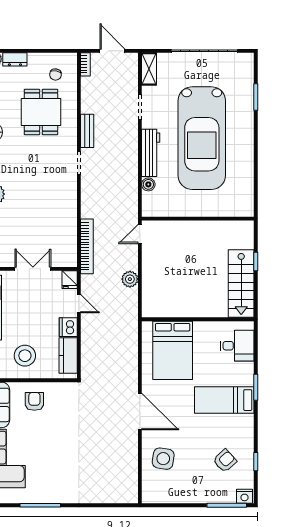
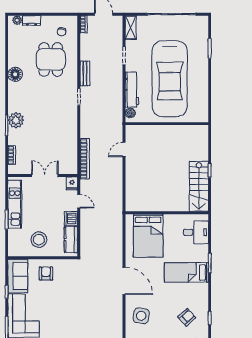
wall: (198, 219) -> (167, 124), moved
plant: (130, 279) -> (117, 183), removed

